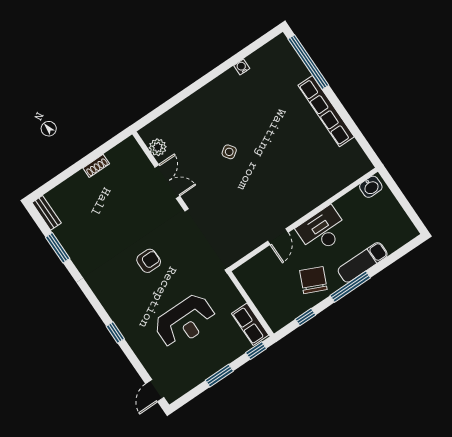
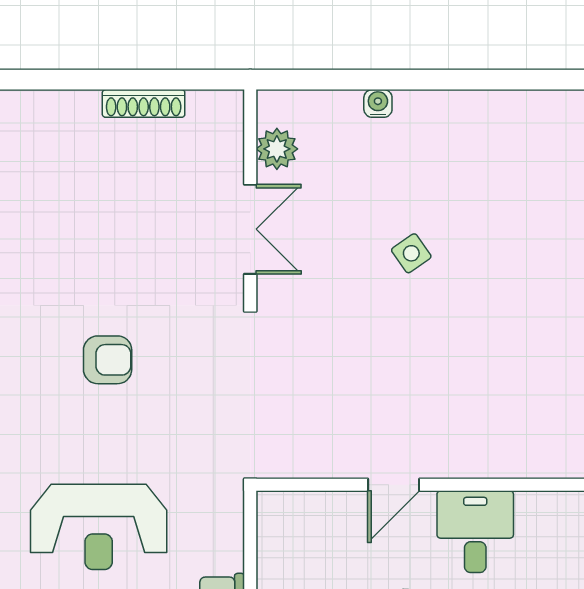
water cooler: (242, 67) -> (378, 103), moved
shoe rack: (96, 166) -> (144, 103), width x1.43
desk: (322, 230) -> (475, 532), width x0.73

